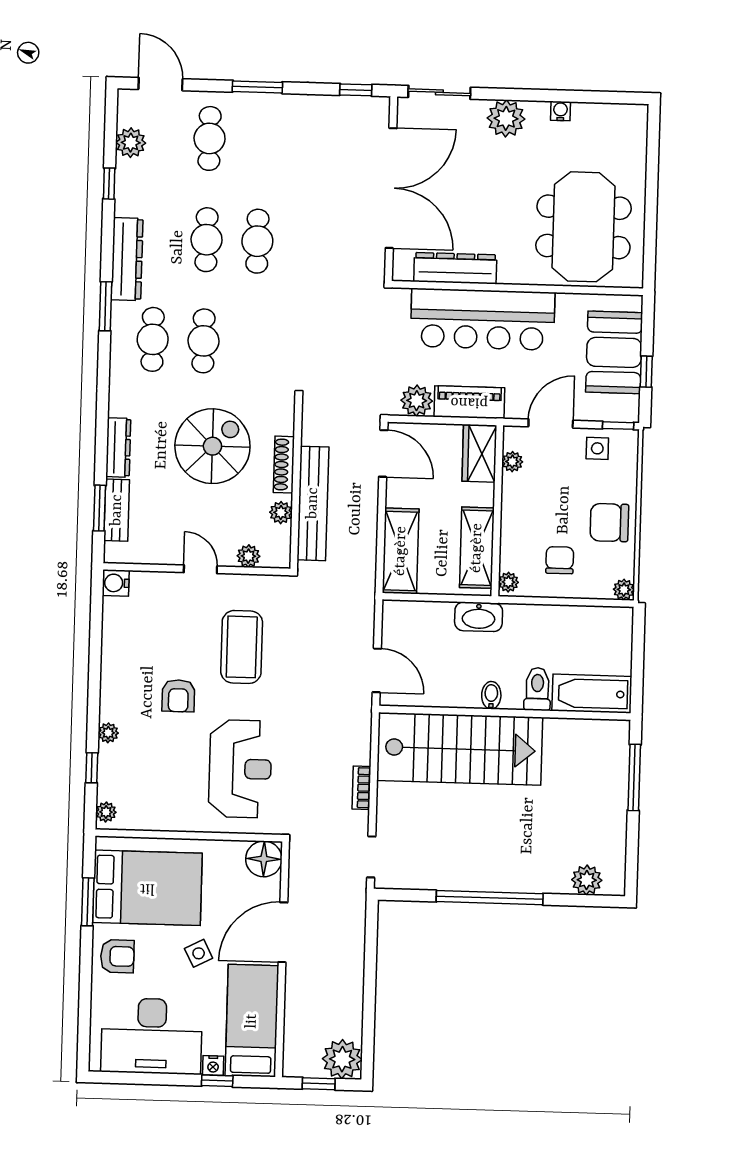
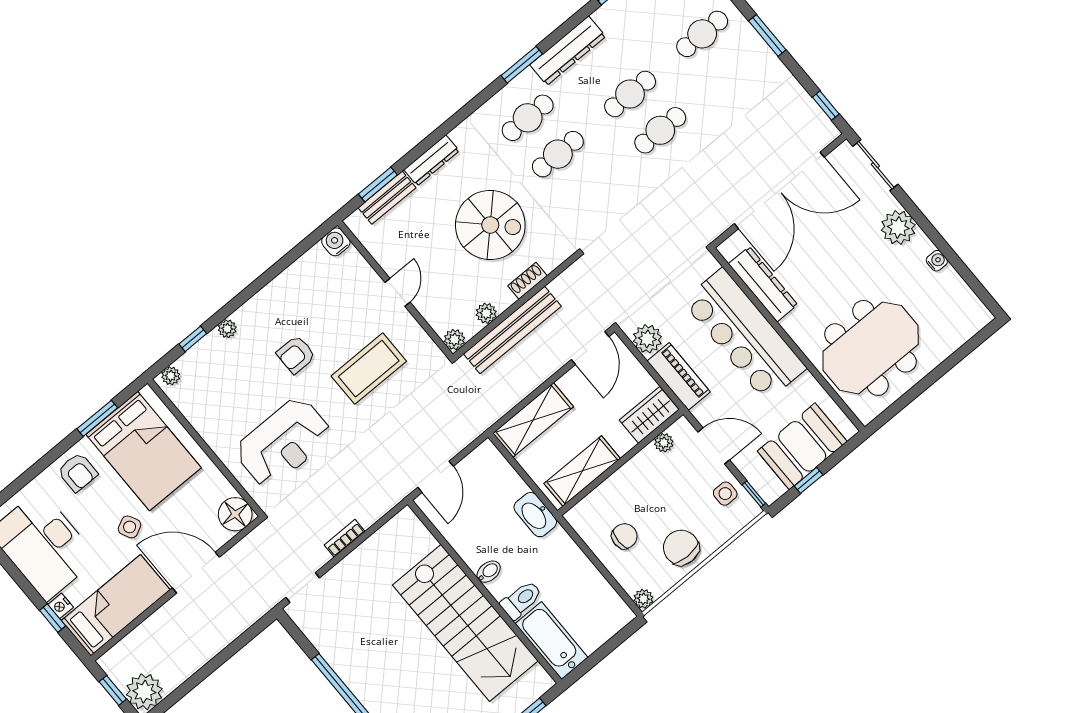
shoe rack: (284, 465) -> (527, 281), width x0.70
plant: (248, 556) -> (454, 340), moved
plant: (508, 582) -> (578, 514), removed
stairs: (460, 749) -> (465, 623), moved

